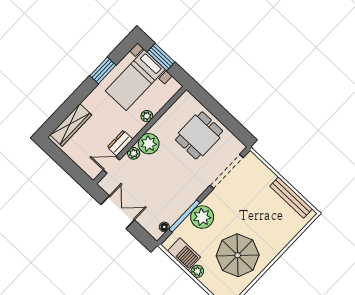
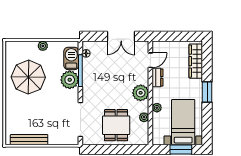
window: (103, 70) -> (207, 92), moved
plant: (134, 153) -> (144, 117), moved
barbecue: (184, 254) -> (71, 58), moved, turned 90

